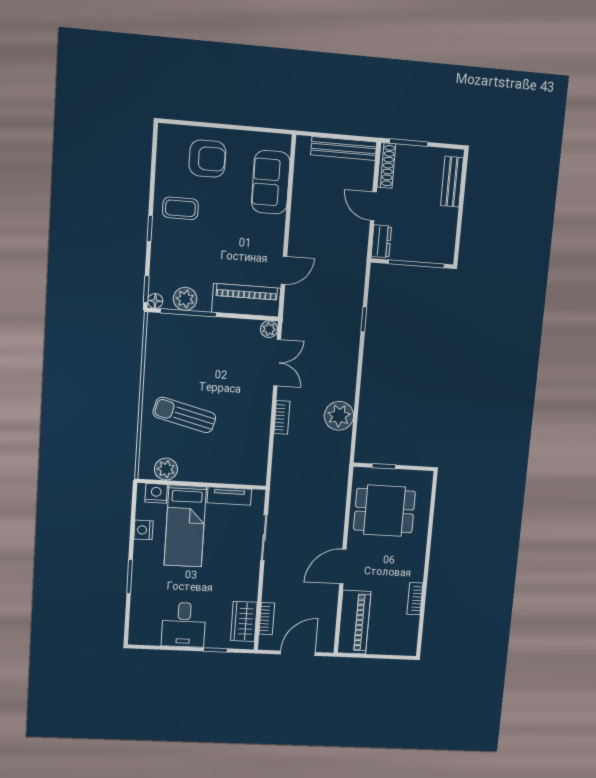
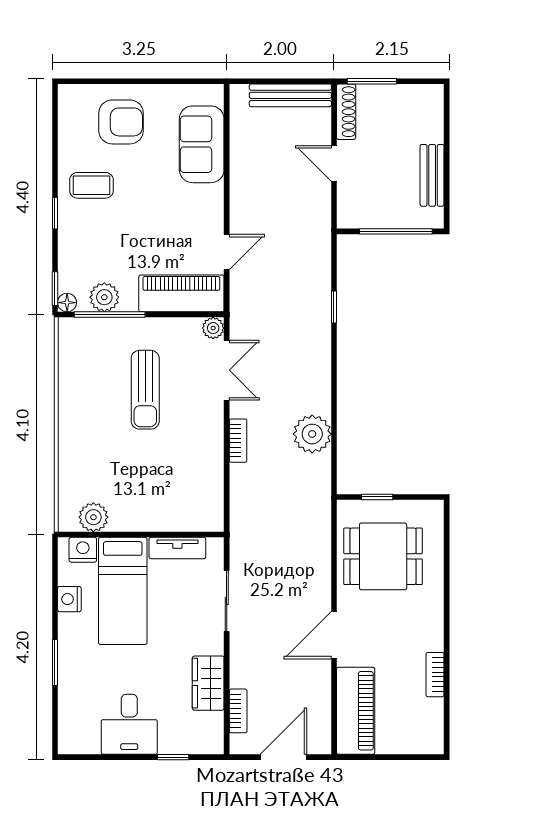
bench: (452, 182) -> (432, 175), moved
dresser: (381, 241) -> (348, 206), removed
sun lounger: (184, 415) -> (145, 390), moved, turned -104
wardrobe: (244, 621) -> (208, 683), moved

